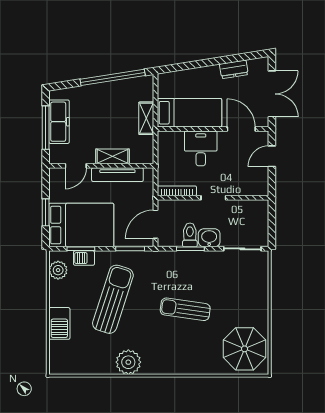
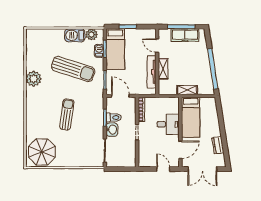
bed: (81, 225) -> (115, 49), width x0.67
barbecue: (59, 323) -> (75, 35), moved

